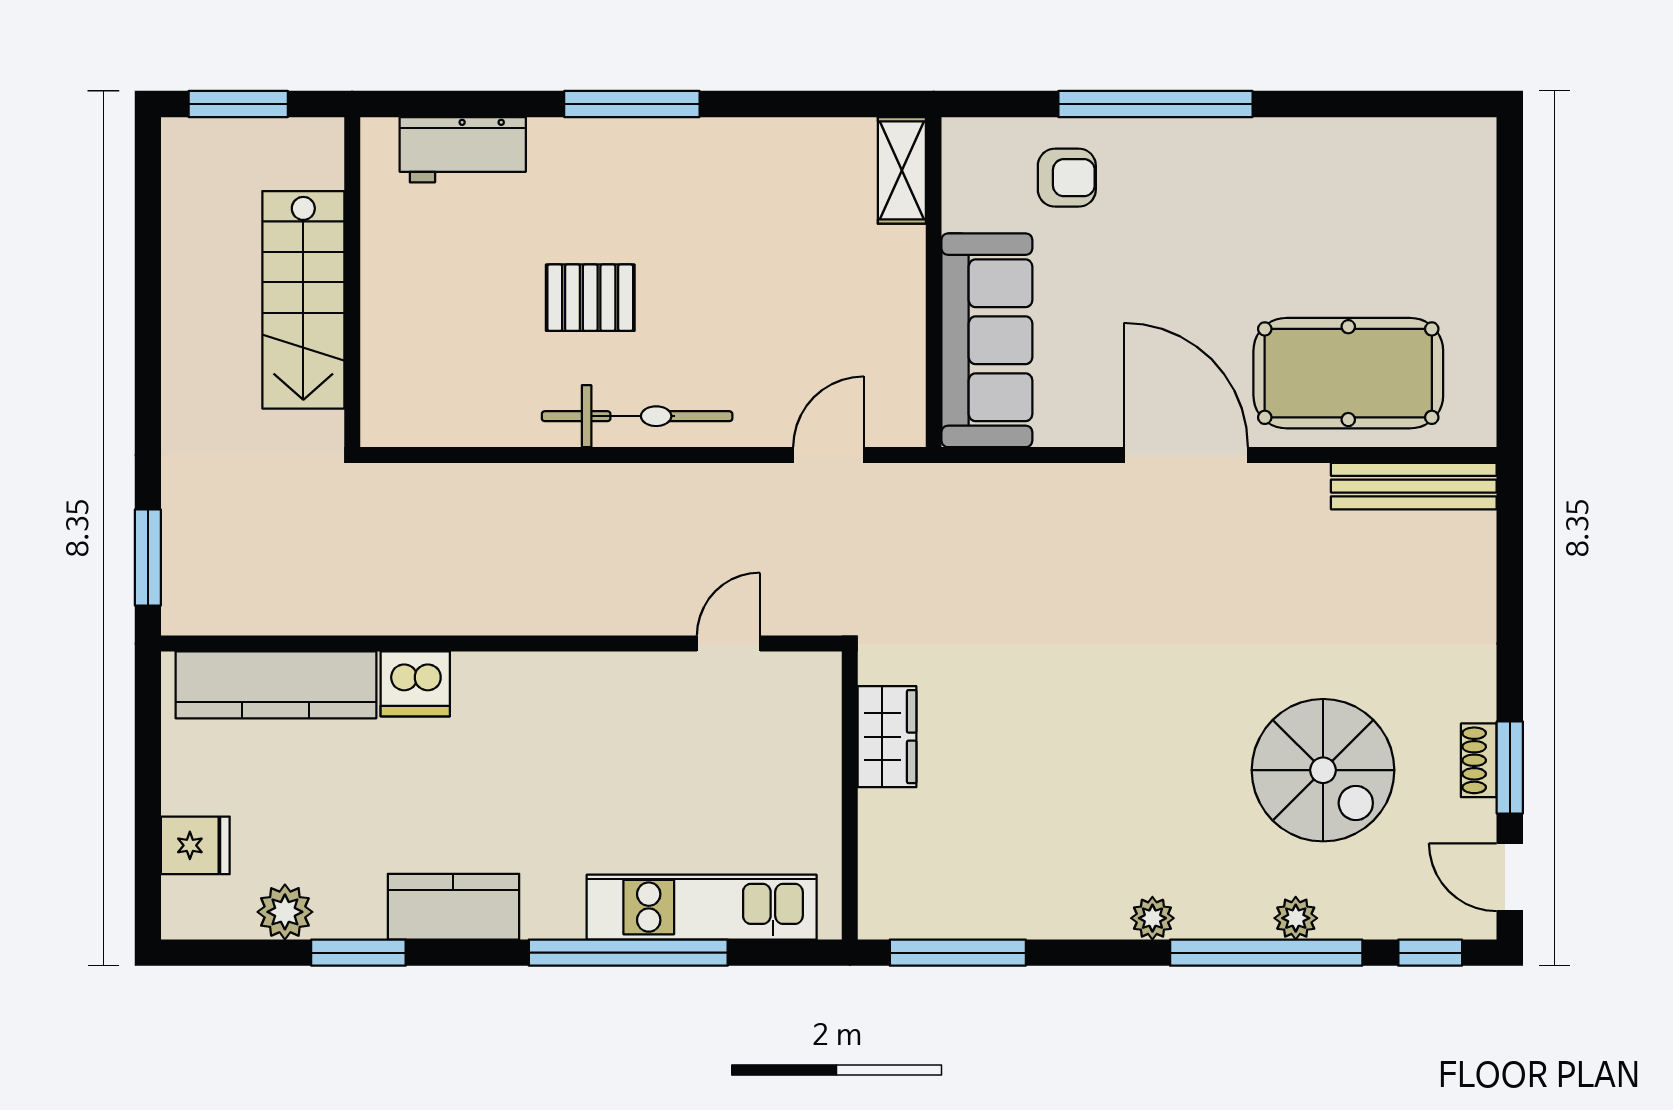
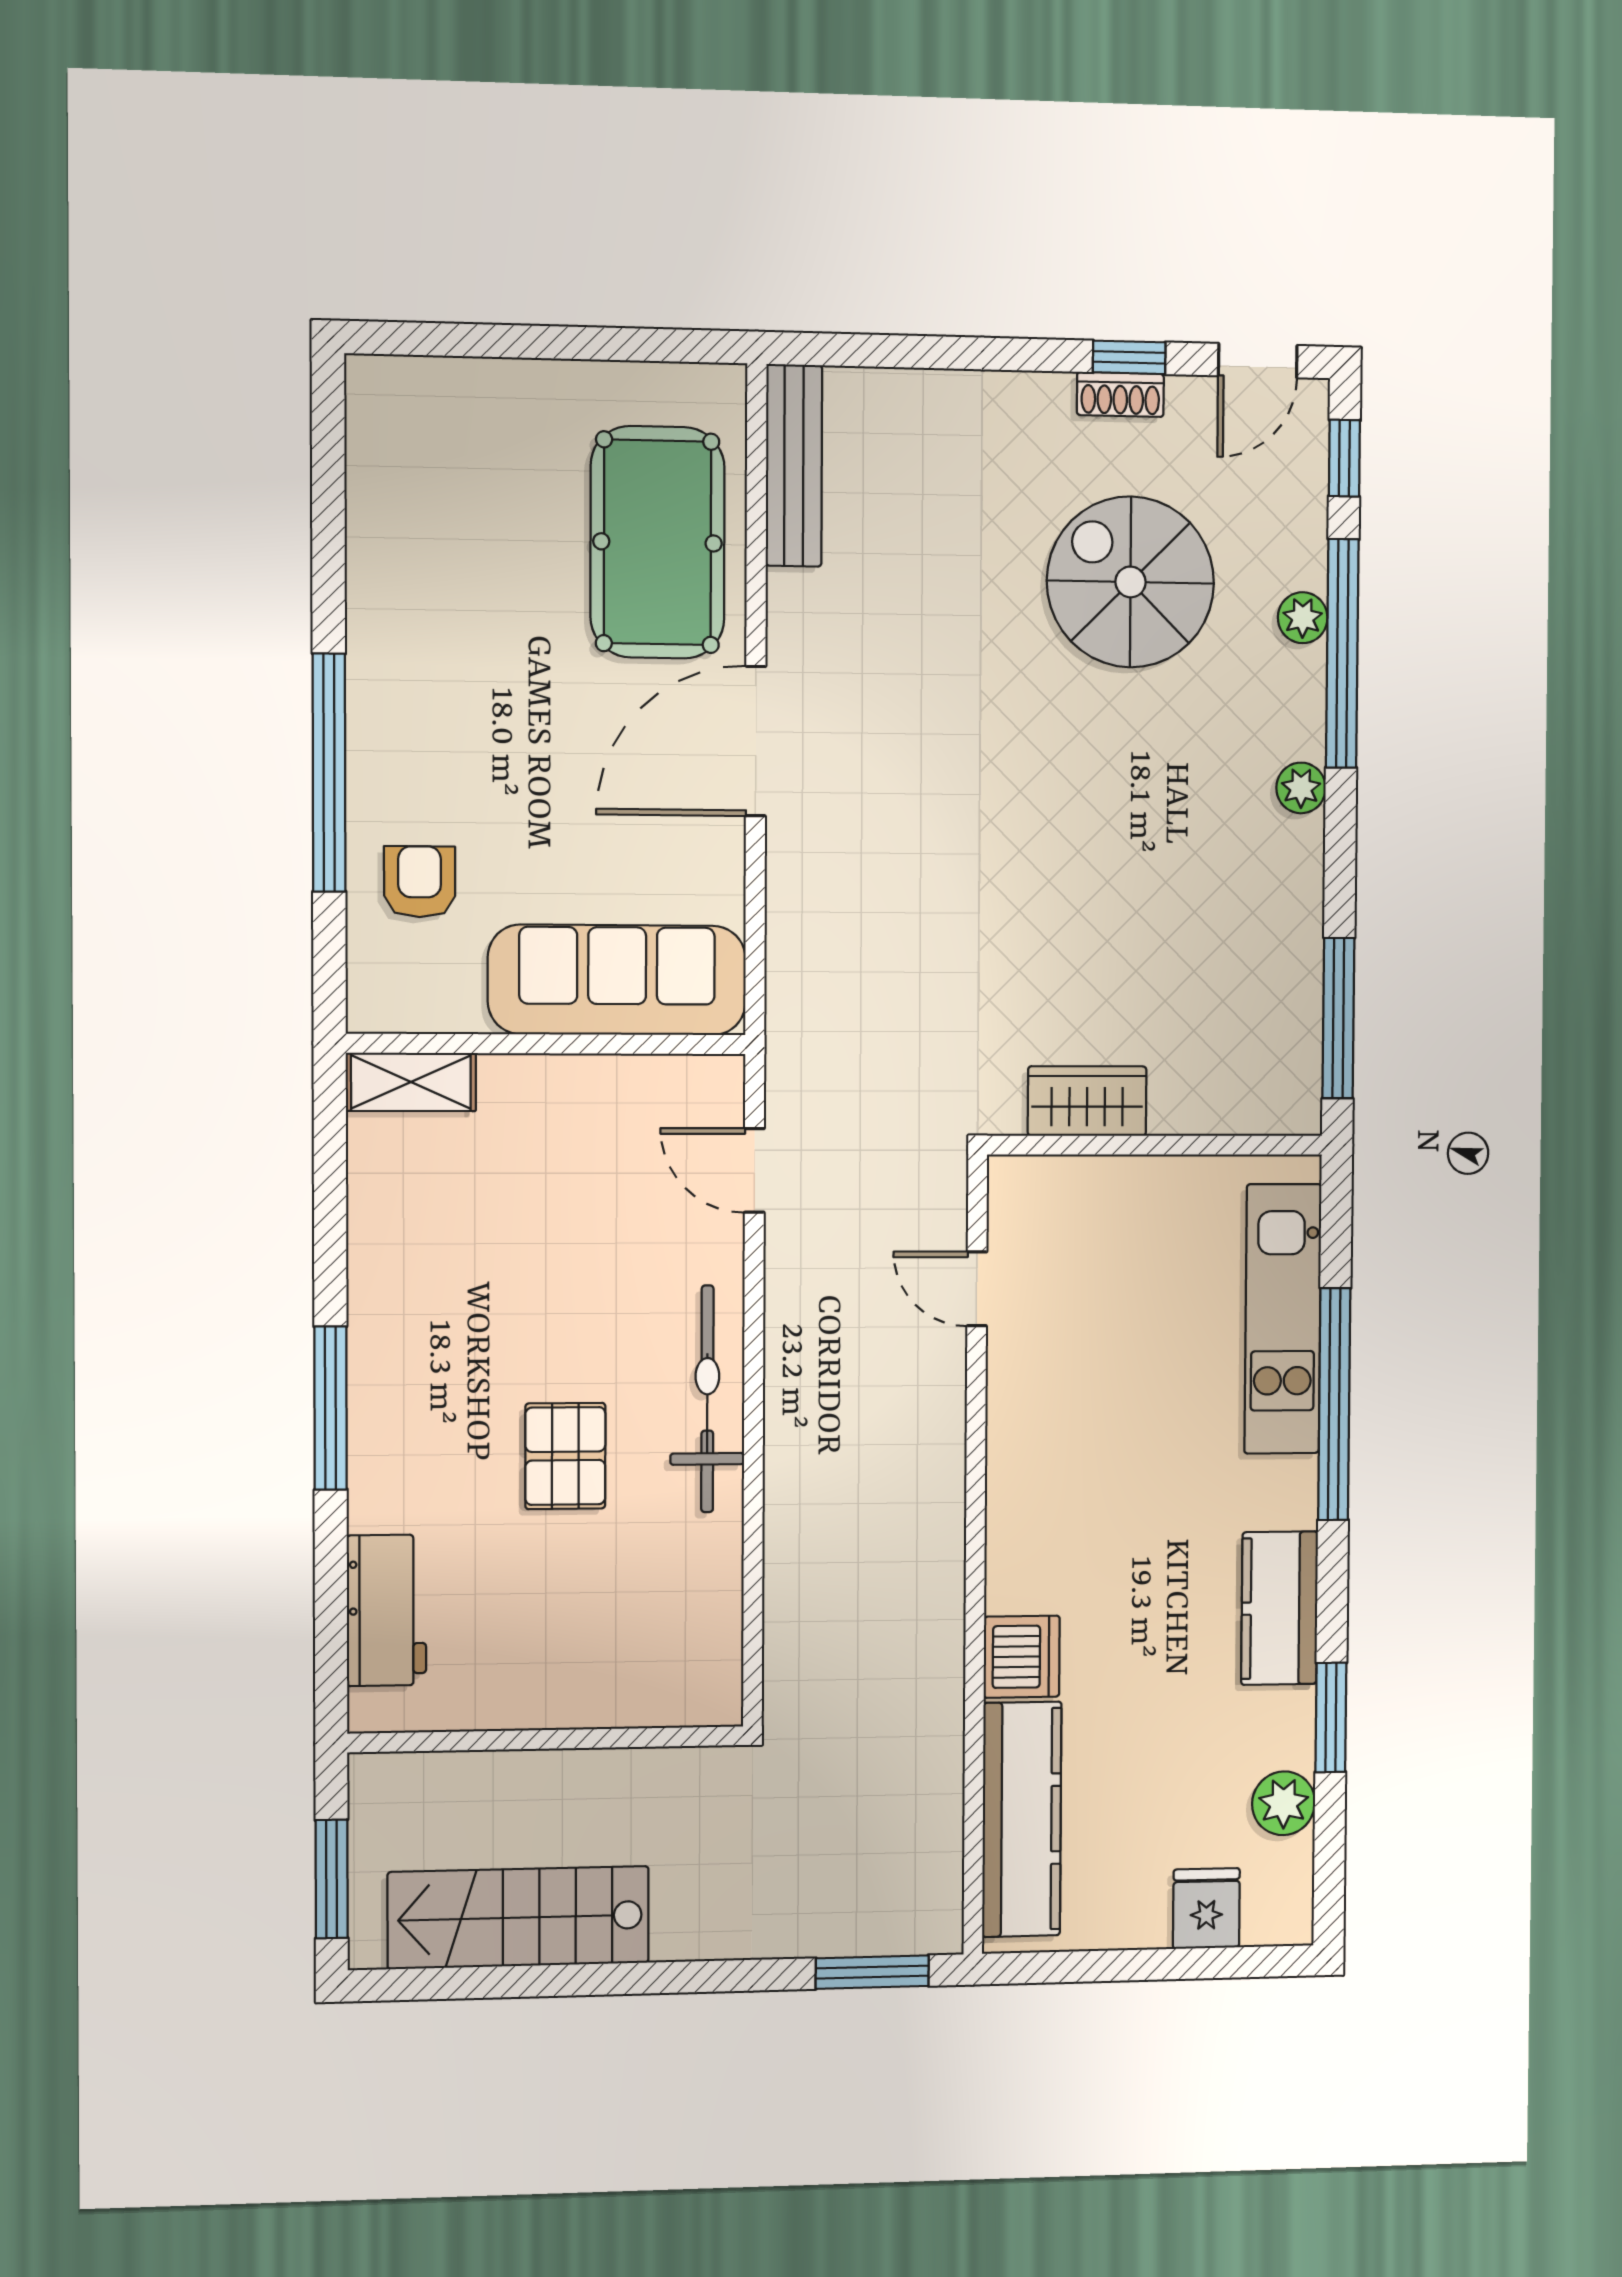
stairs: (303, 300) -> (518, 1918), moved, turned 180
window: (1510, 768) -> (1129, 357), width x0.67
spiral stairs: (1323, 770) -> (1131, 582), turned -90

